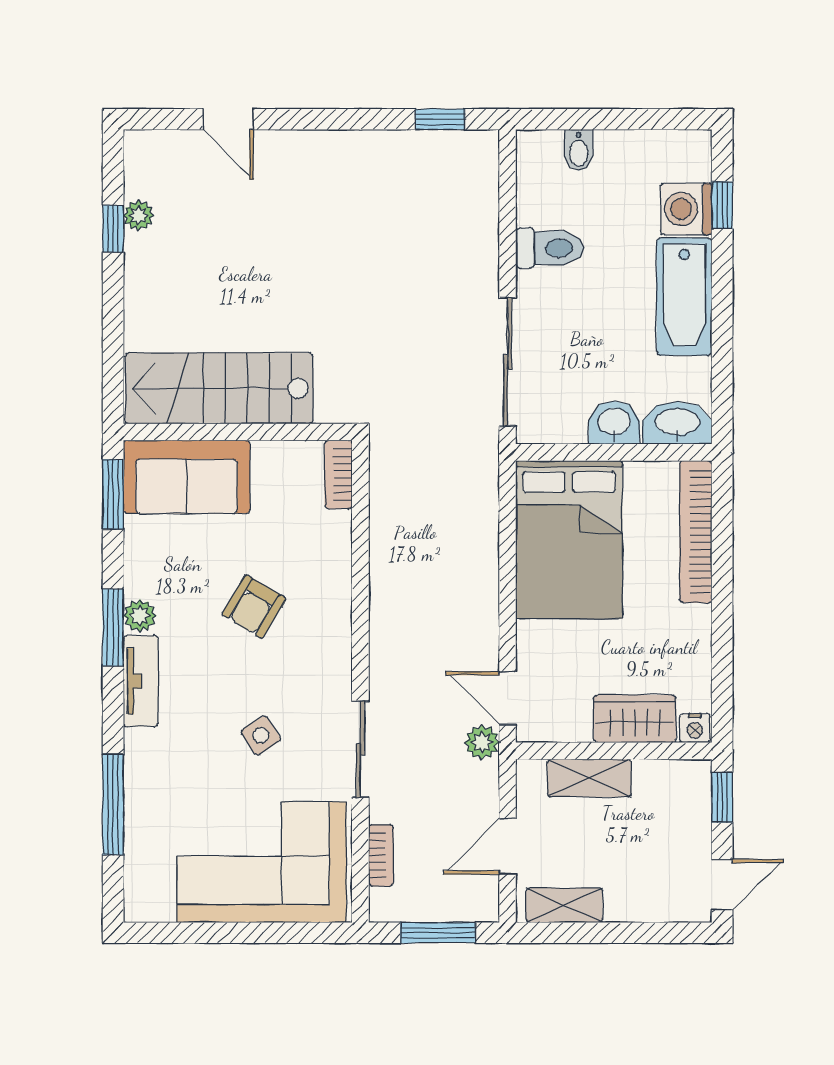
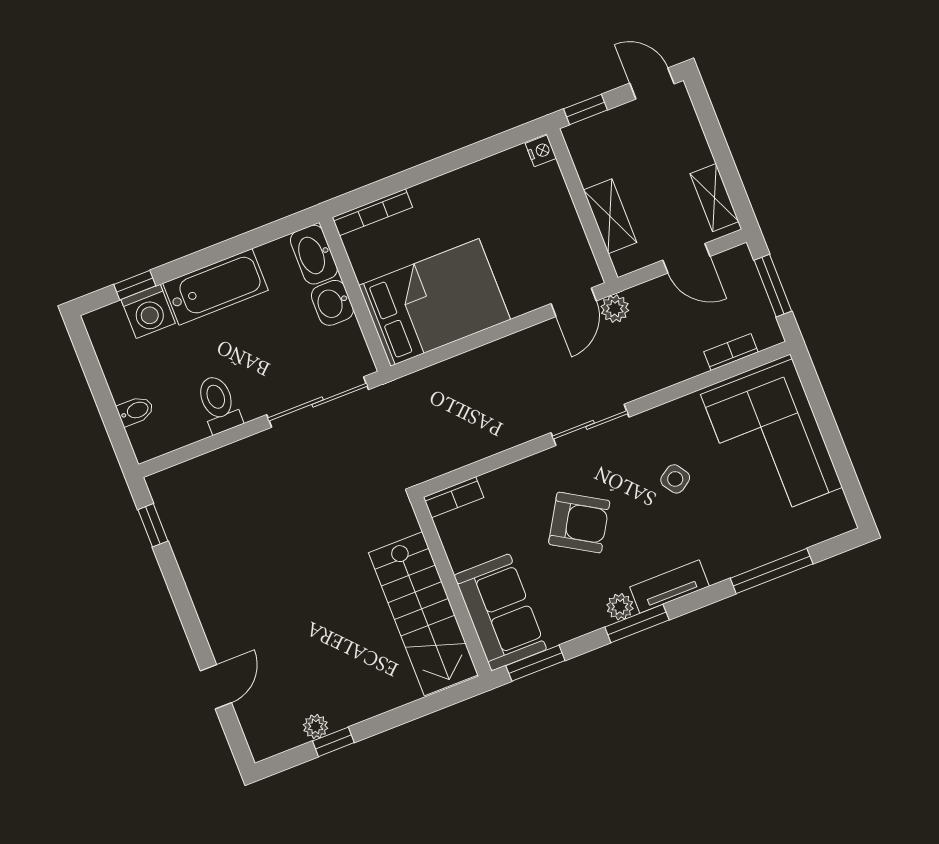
bookcase: (696, 532) -> (372, 212), width x0.68, depth x0.76
armchair: (254, 607) -> (579, 522), width x1.38, depth x1.38
wardrobe: (635, 719) -> (552, 199), removed
sliding door: (360, 749) -> (590, 425), moved

